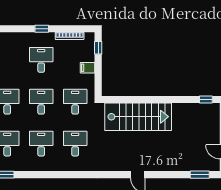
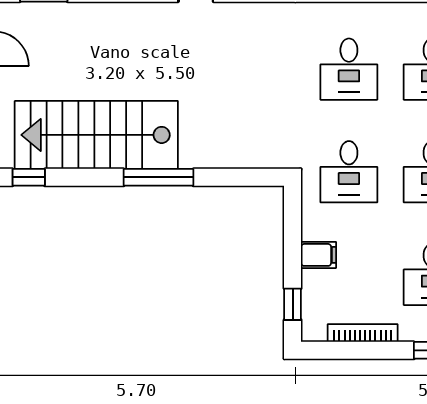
window: (153, 99) -> (159, 177), added
stairs: (138, 117) -> (96, 135), moved

